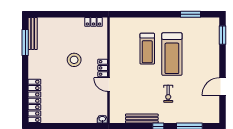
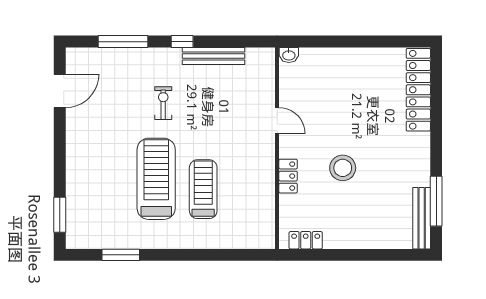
locker: (103, 68) -> (288, 176), moved
door: (222, 87) -> (60, 91), moved

